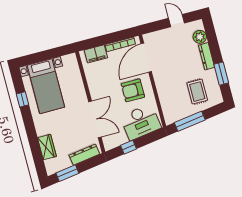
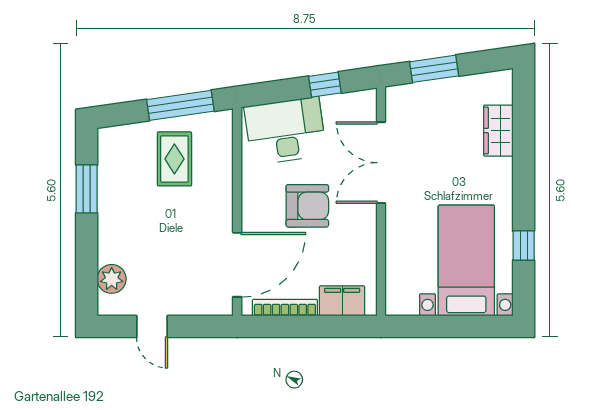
dresser: (206, 56) -> (108, 234), removed
armchair: (133, 90) -> (307, 206), moved
rug: (197, 92) -> (174, 159), moved
dresser: (84, 155) -> (423, 93), removed
window: (67, 173) -> (434, 69), moved

